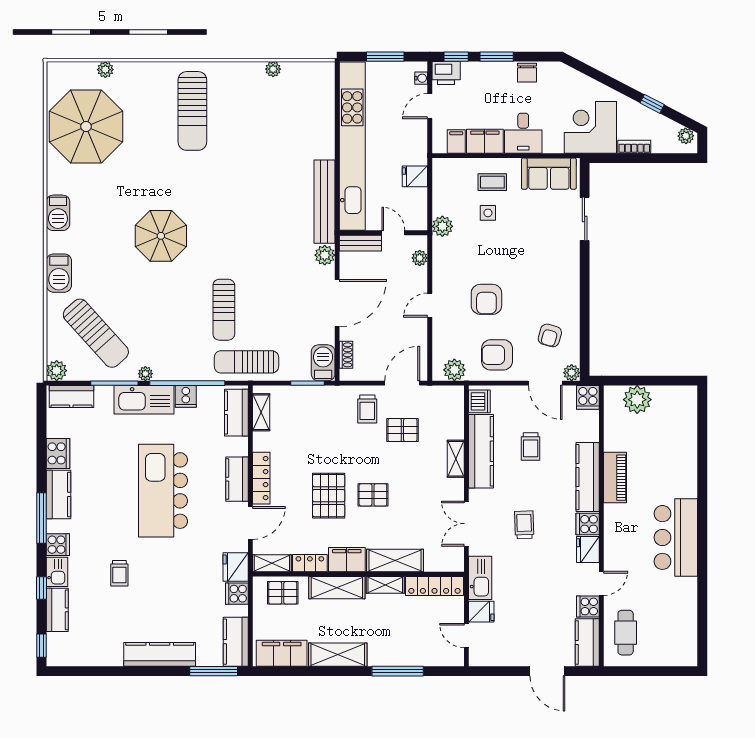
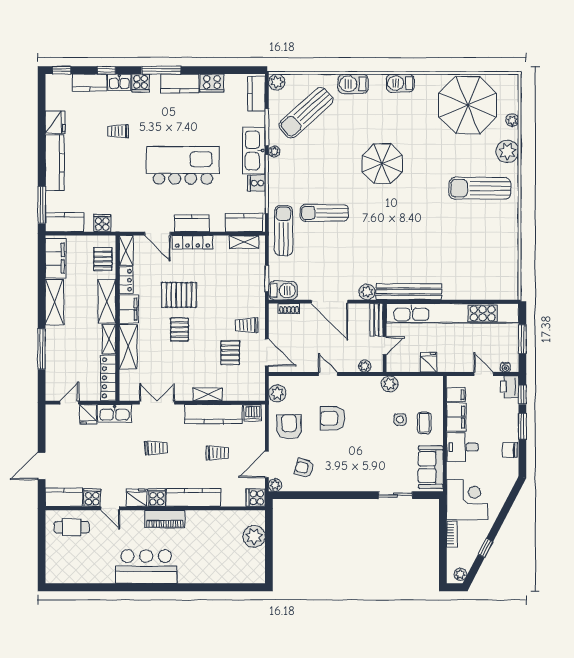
plant: (273, 69) -> (507, 151), moved, width x1.88, depth x1.88
trolley: (531, 446) -> (217, 453), turned 180
piano: (615, 478) -> (165, 519), moved
fridge: (236, 567) -> (55, 122), moved, turned 90

